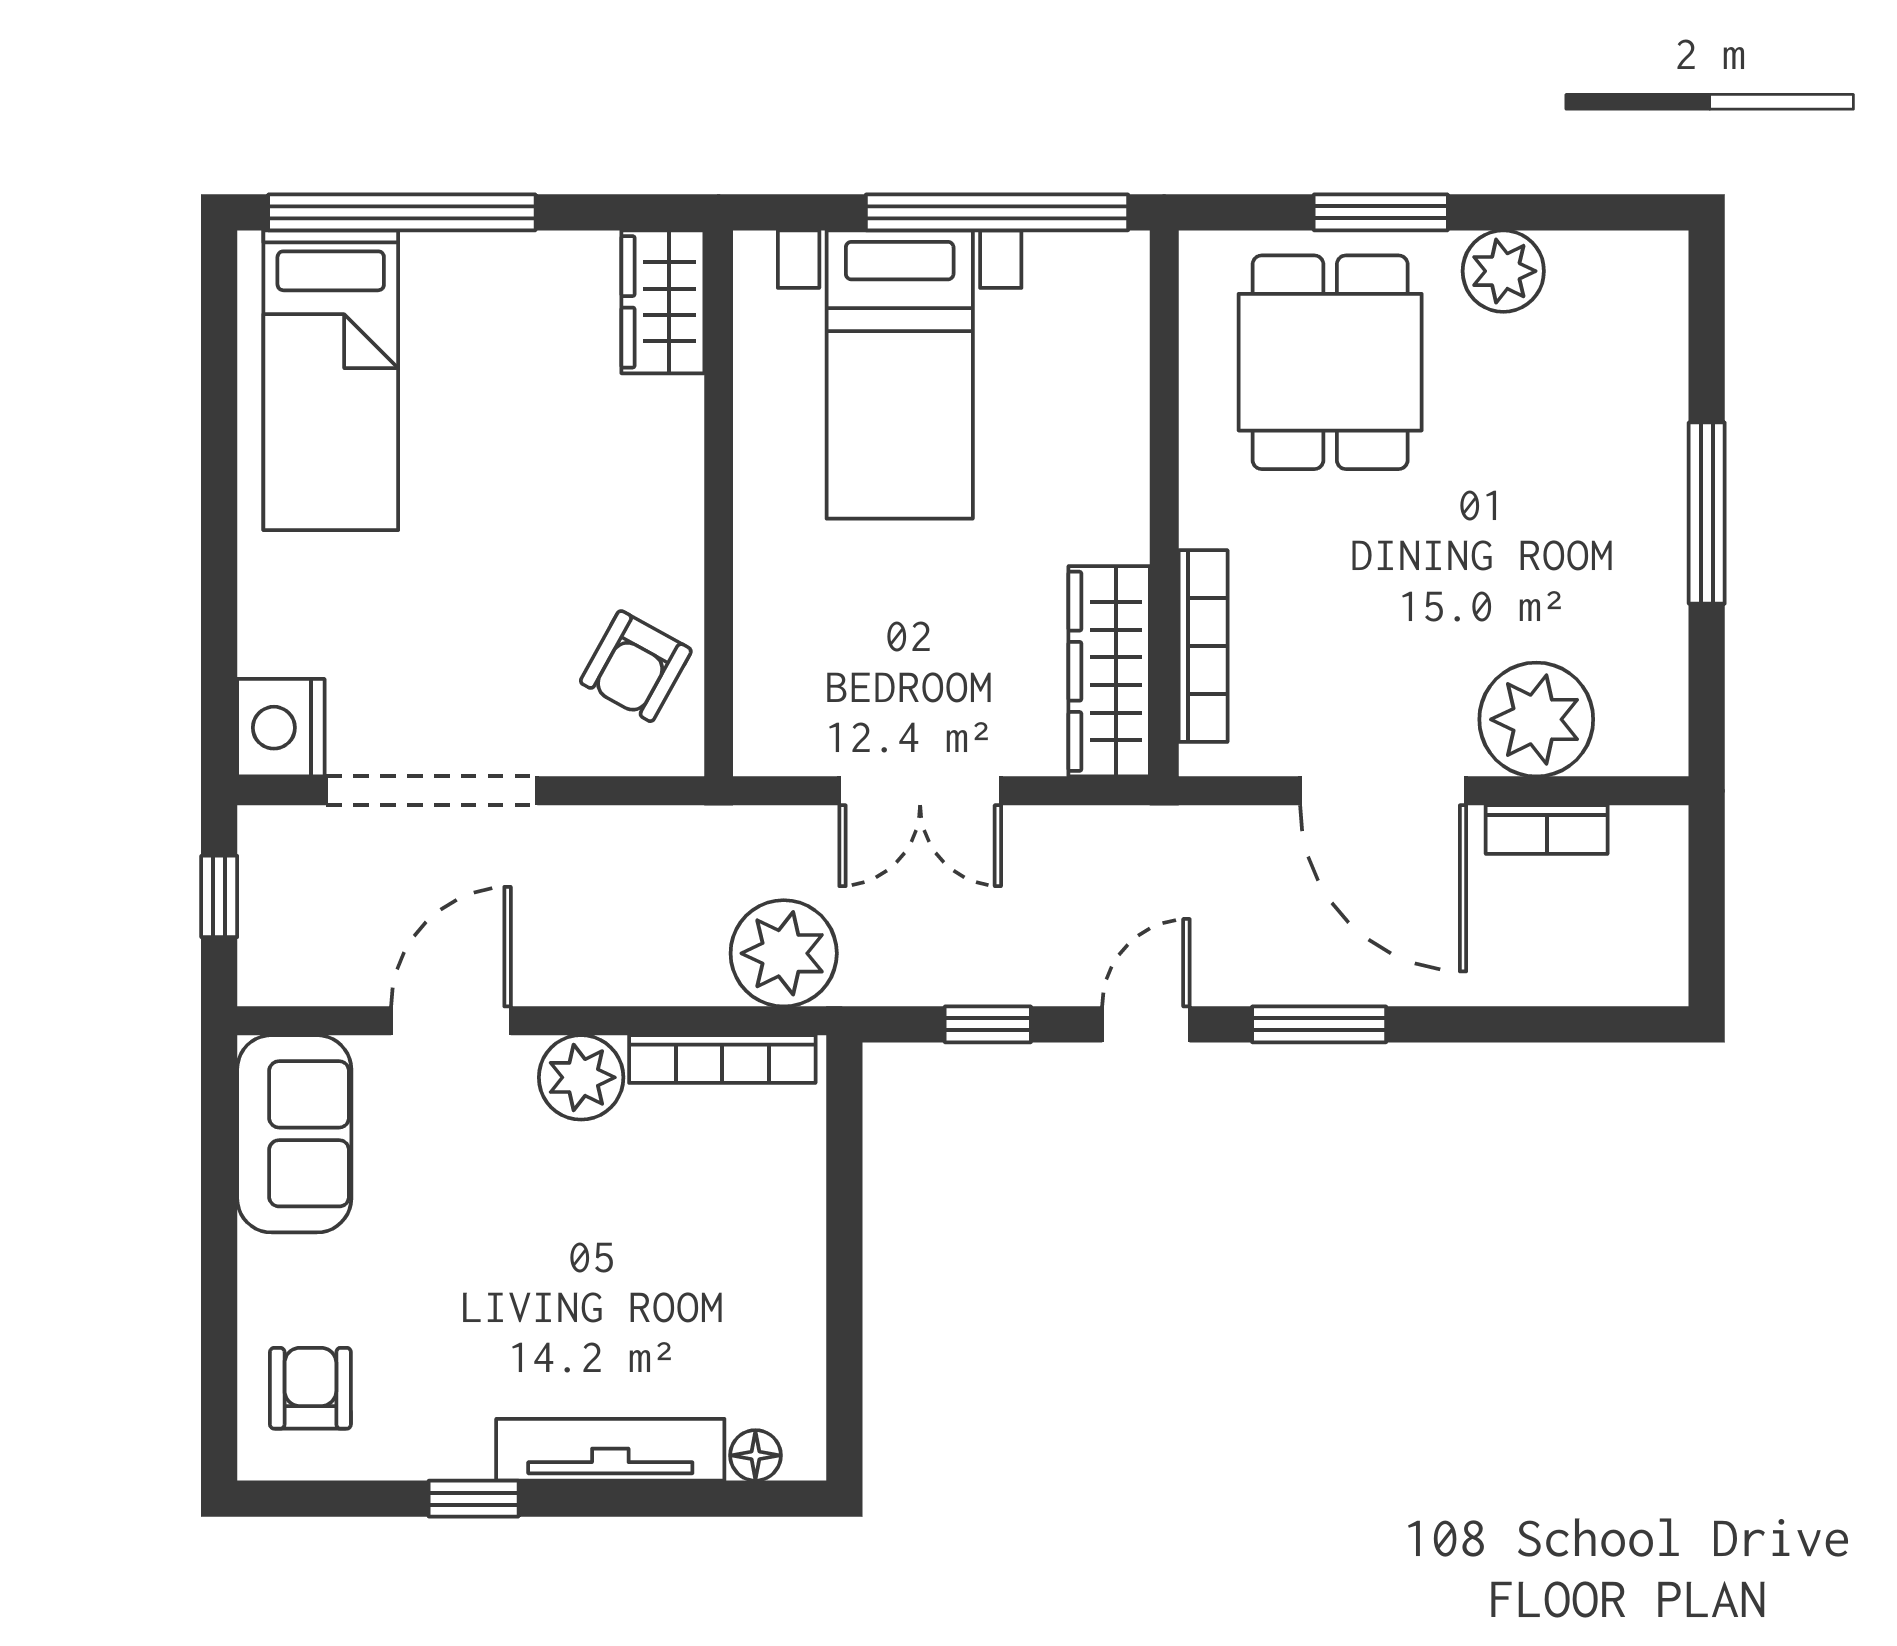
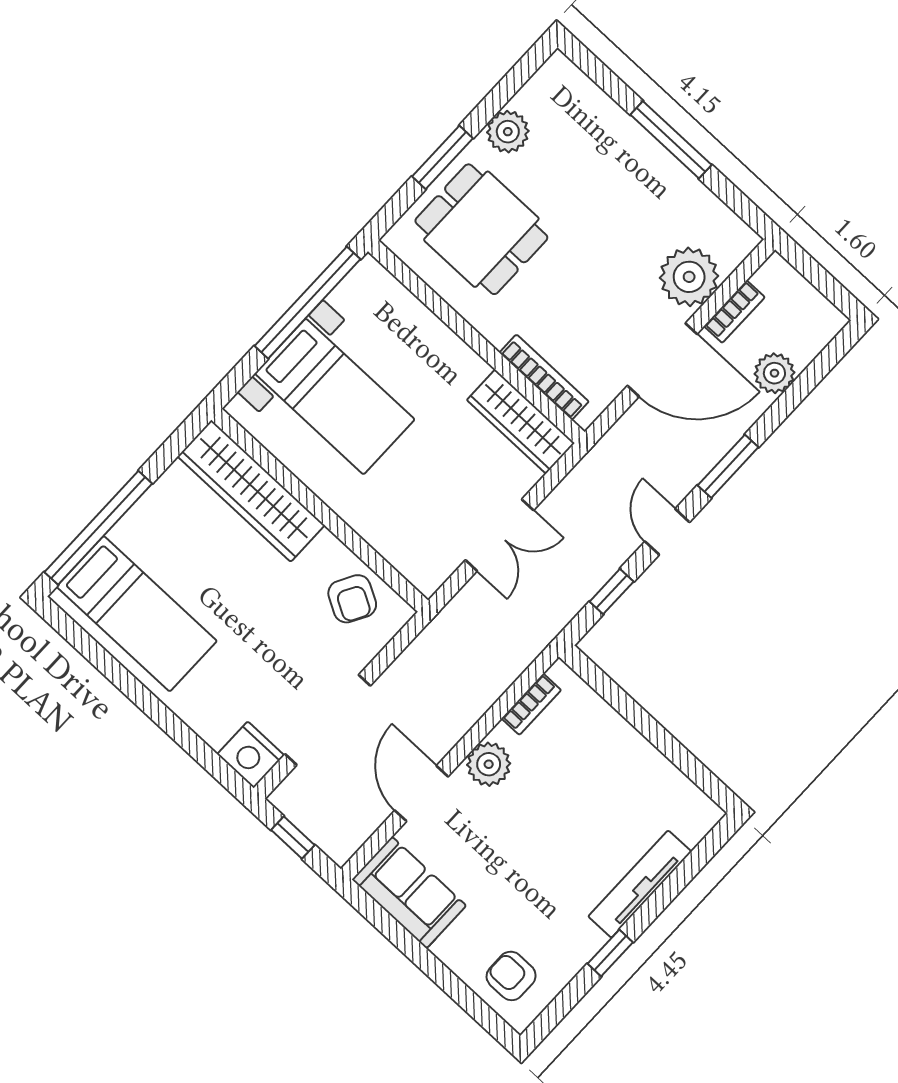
wardrobe: (663, 302) -> (251, 491), width x2.10, depth x1.17
plant: (784, 953) -> (774, 373), moved, width x0.73, depth x0.73
bookcase: (722, 1059) -> (531, 704), width x0.64
floor lamp: (755, 1455) -> (693, 831), removed

